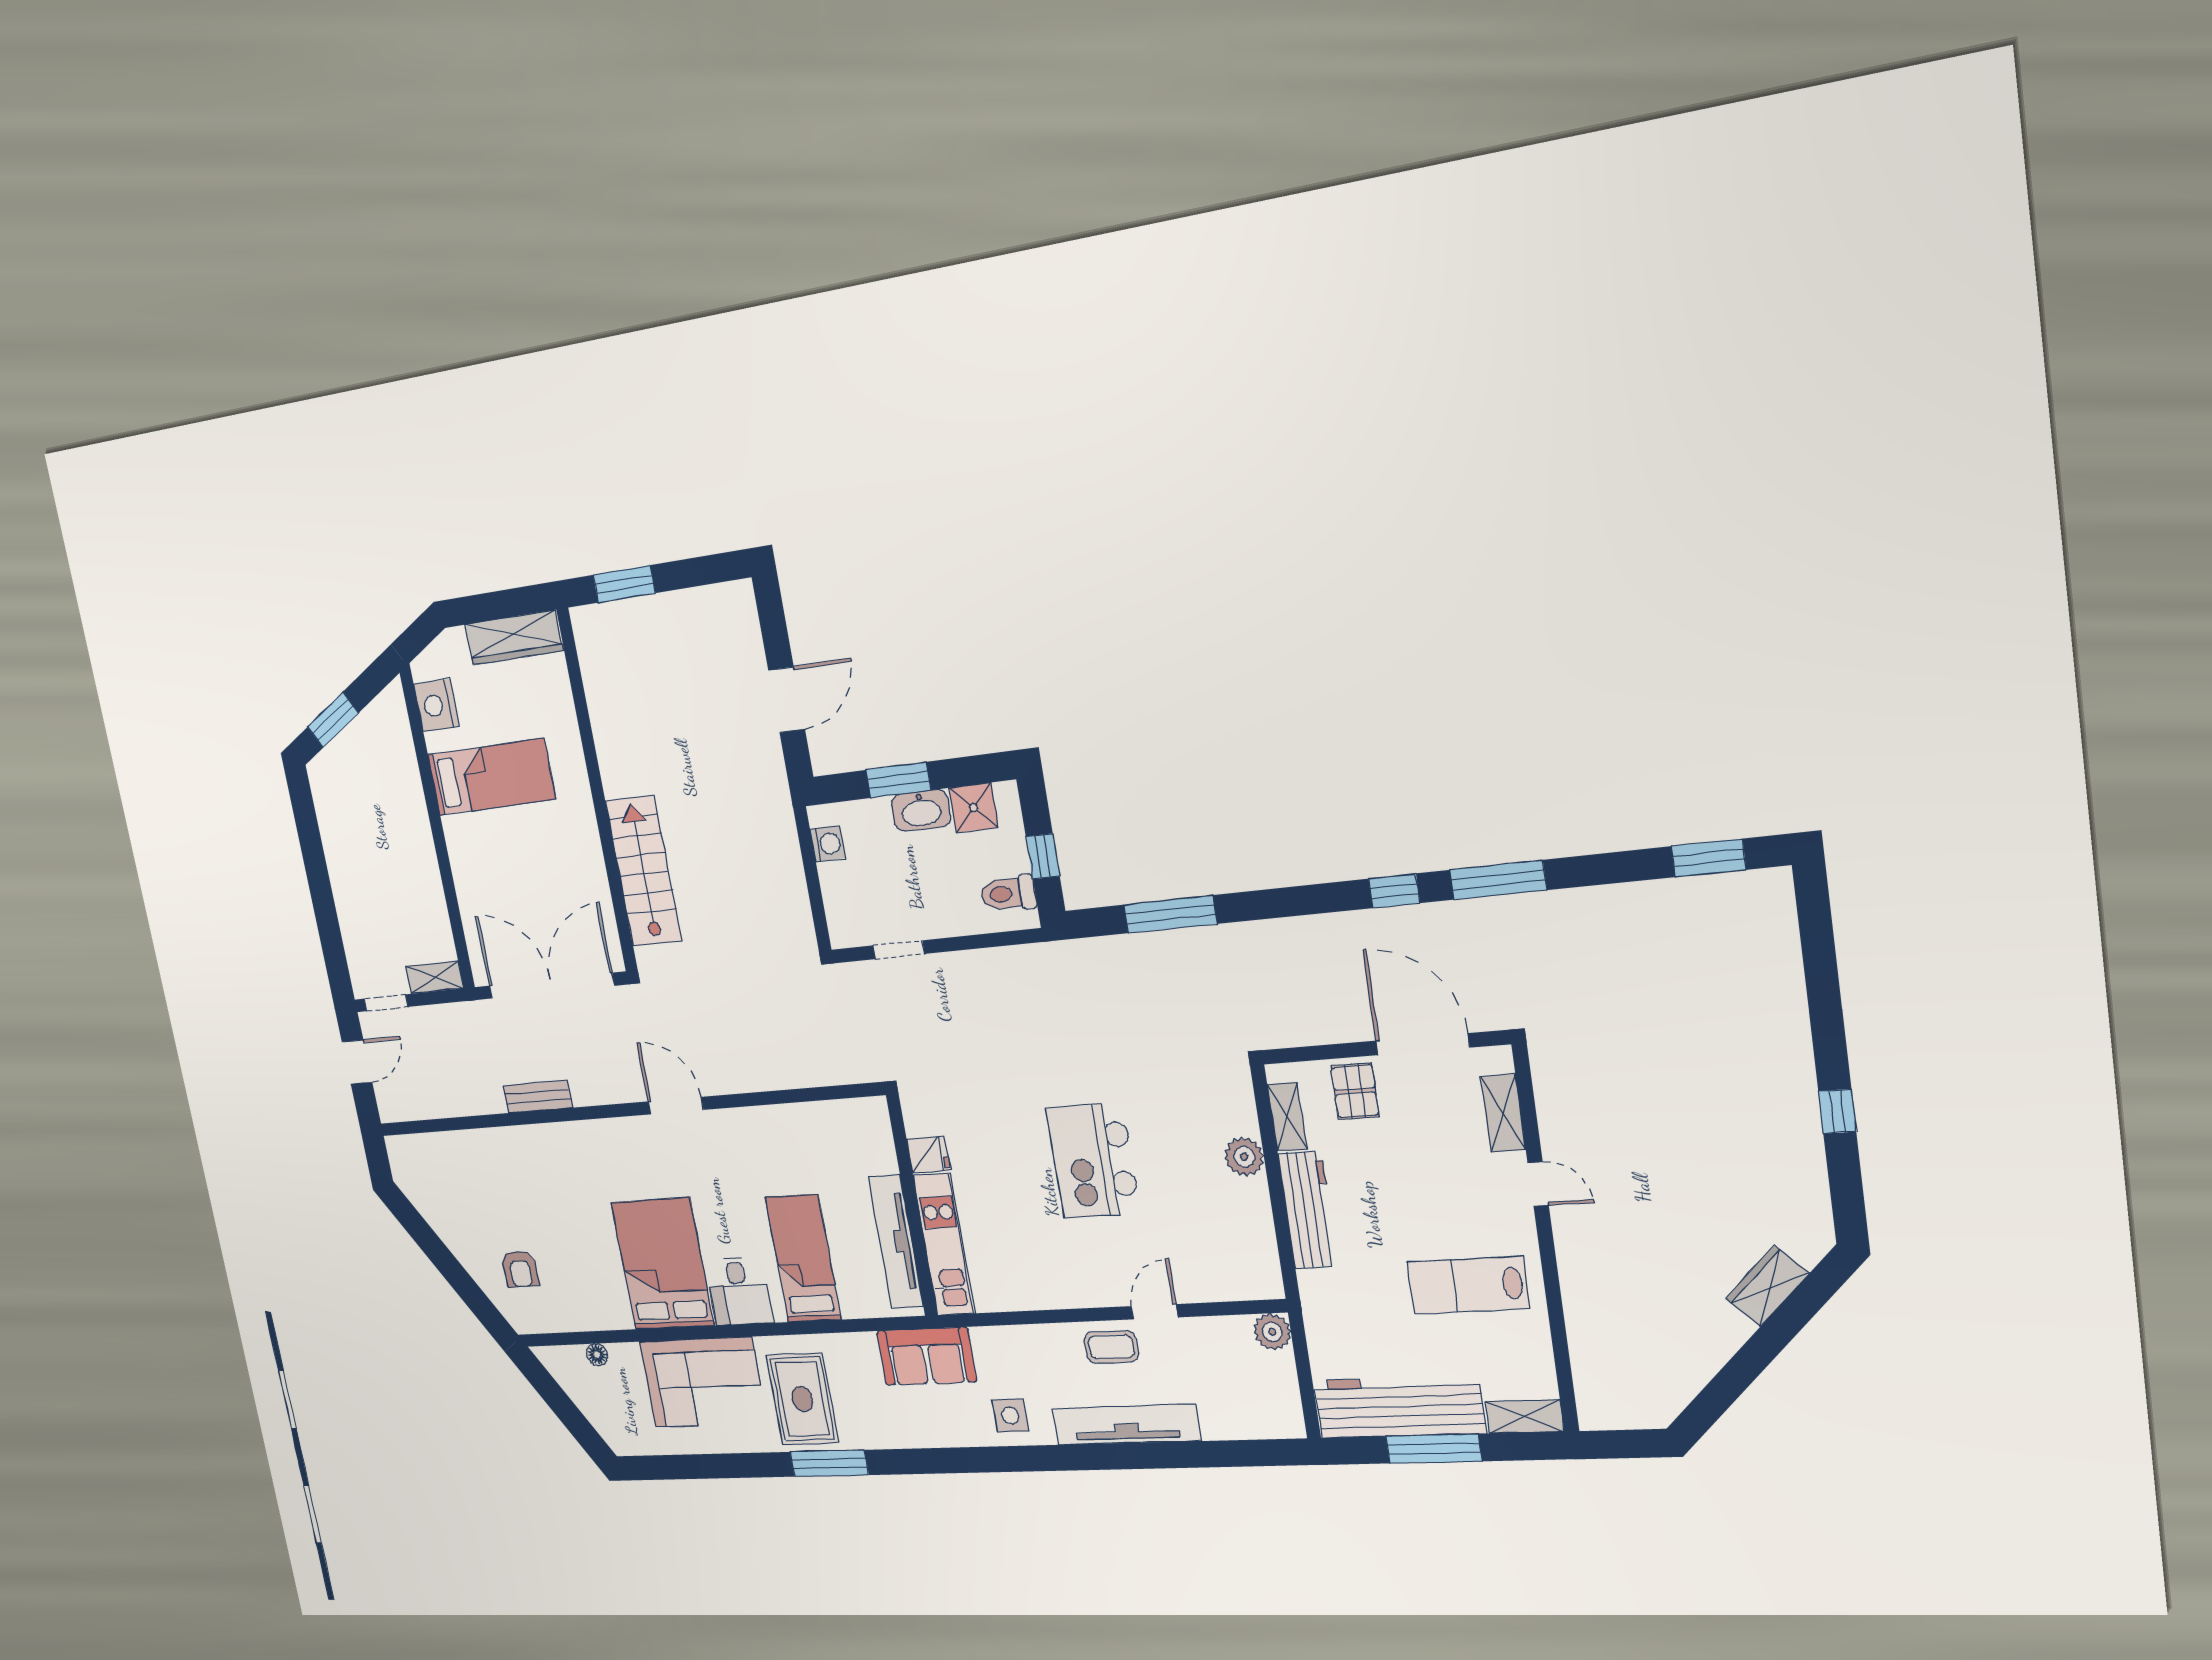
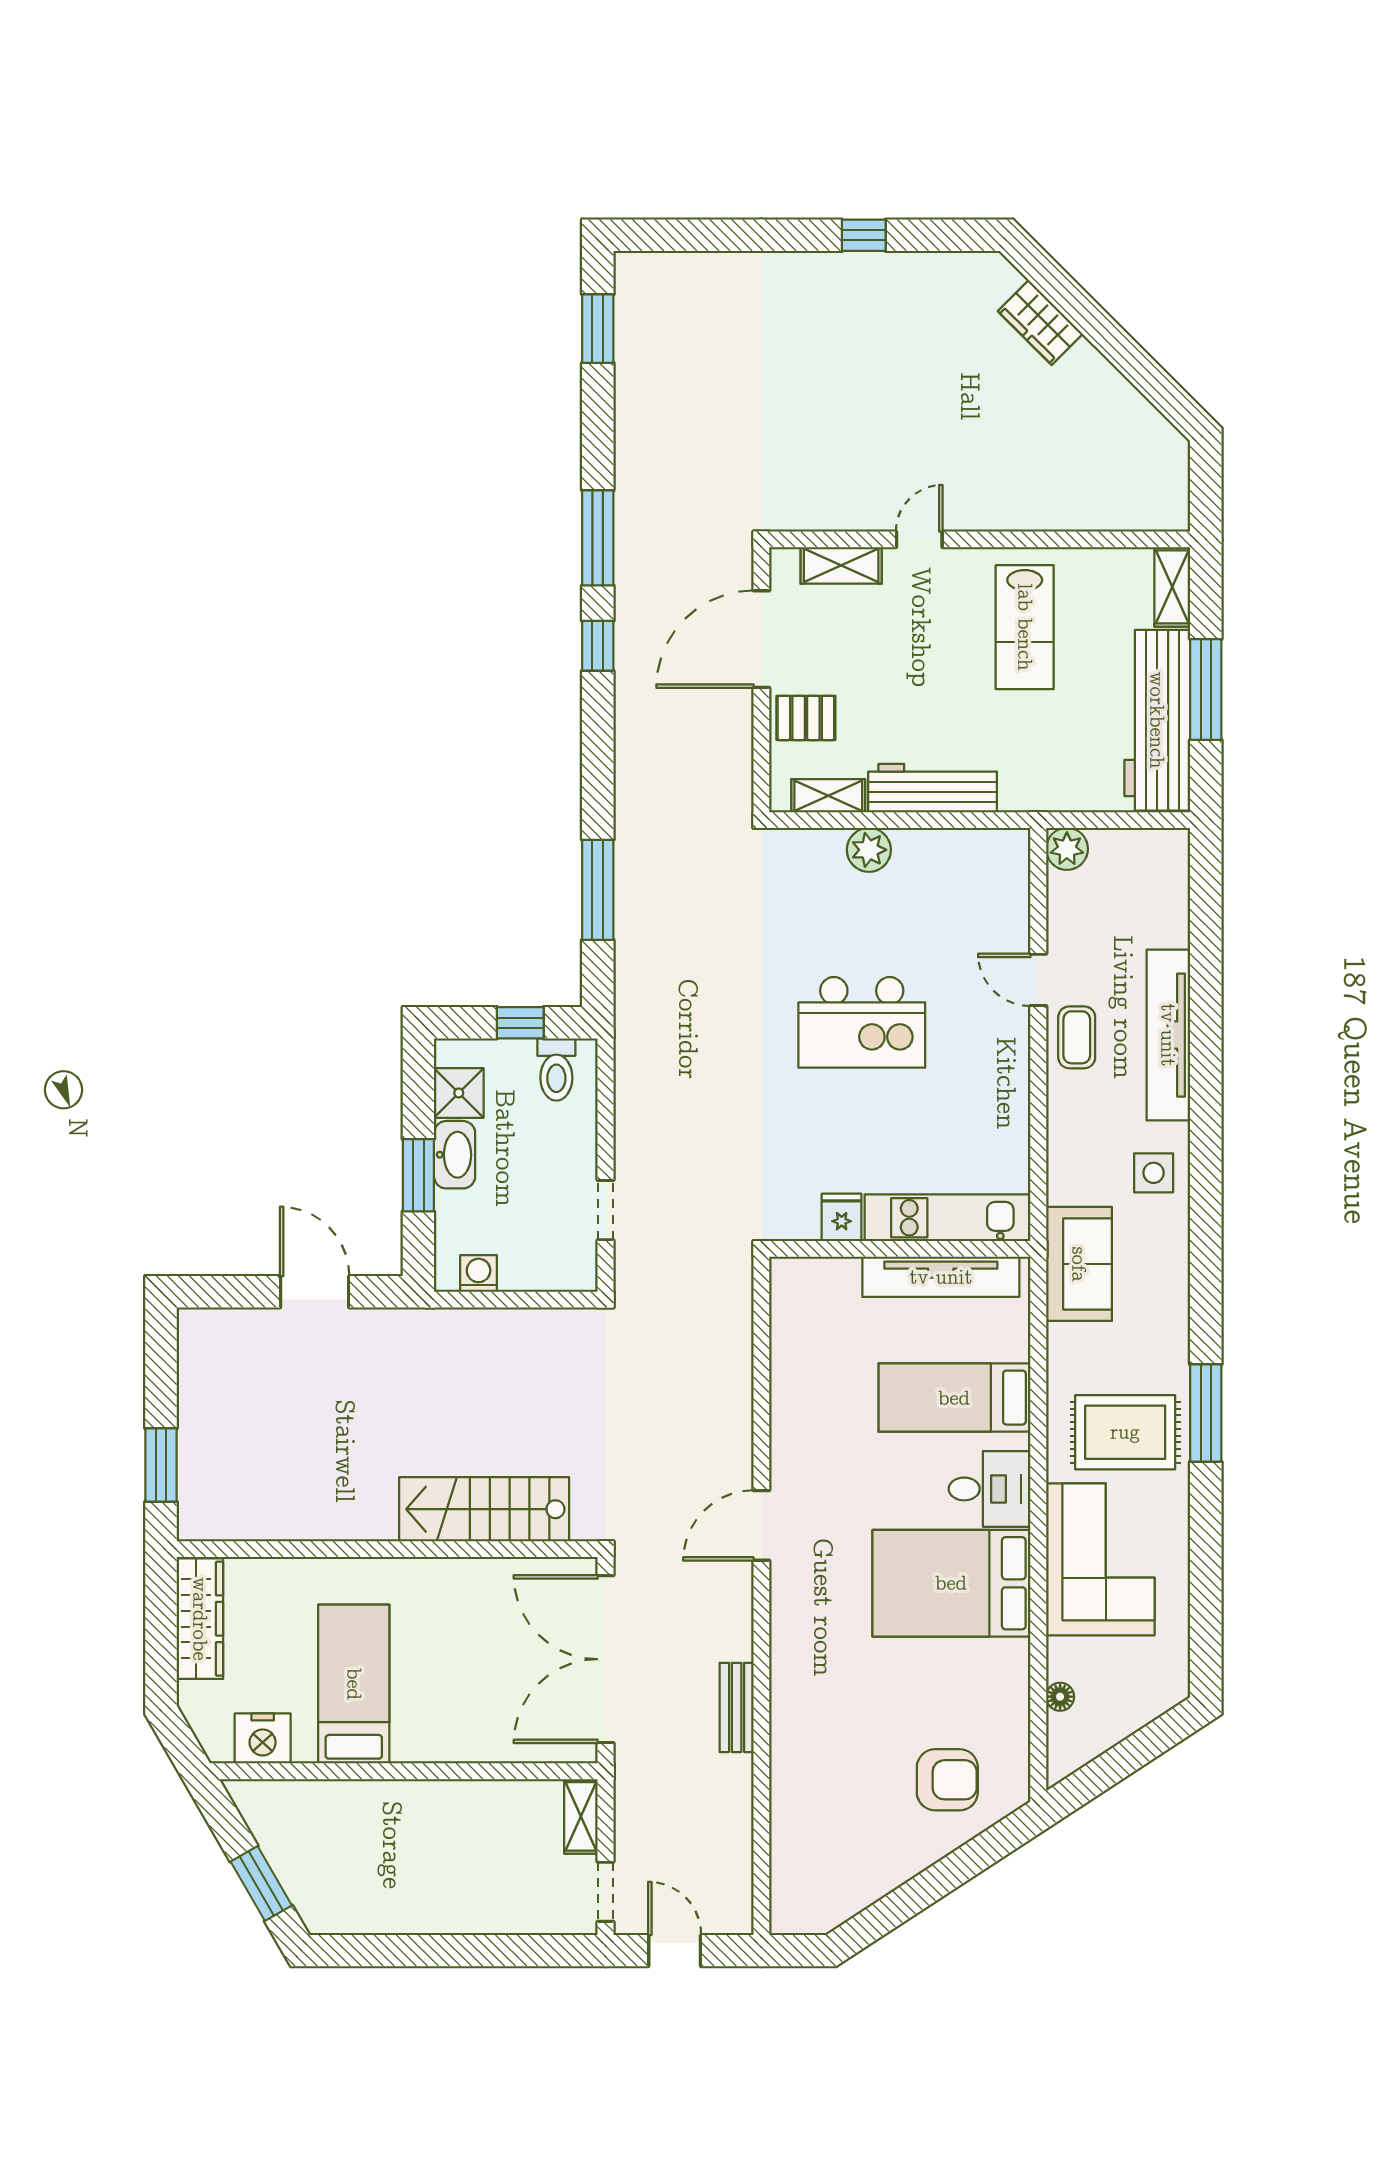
armchair: (520, 1269) -> (947, 1780), width x1.38, depth x1.38

